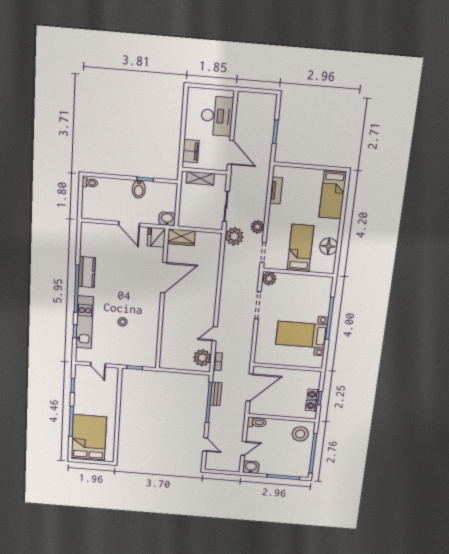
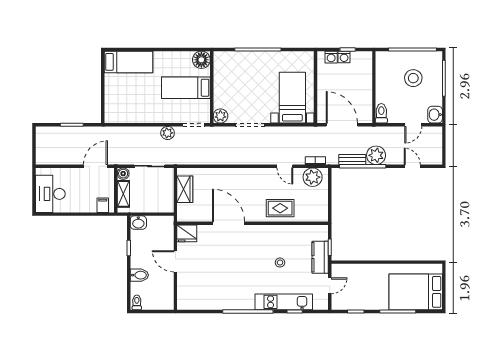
desk: (217, 116) -> (50, 194), moved, turned -90
filing cabinet: (191, 151) -> (103, 205), width x0.50
boiler: (221, 180) -> (123, 174), added
bidet: (139, 189) -> (139, 275), moved
tv unit: (276, 190) -> (129, 118), removed
washbasin: (167, 219) -> (138, 223), moved, turned -90
door: (129, 224) -> (175, 261), swing flipped
plant: (234, 236) -> (376, 155), moved
wardrobe: (181, 237) -> (185, 189), moved
floor lamp: (328, 246) -> (201, 60), moved
kitchen counter: (87, 272) -> (320, 257), moved, turned -90
rug: (175, 326) -> (280, 208), added
bed with nightstands: (302, 335) -> (292, 98), moved, turned 180
washing machine: (312, 406) -> (331, 57), moved
stool: (300, 434) -> (413, 78), moved
door: (205, 444) -> (412, 166), hinge flipped
door: (243, 448) -> (413, 125), swing flipped

